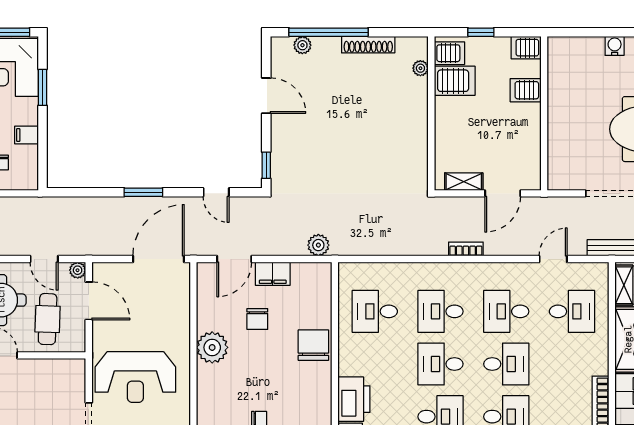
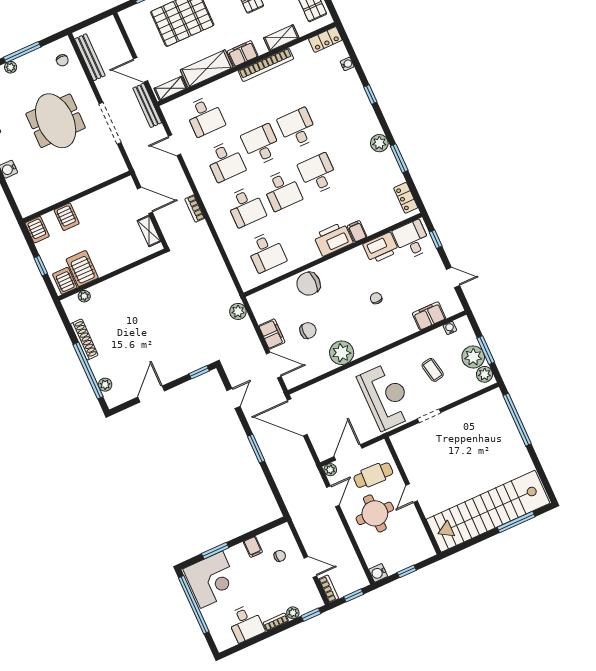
desk: (572, 311) -> (205, 116), turned 180

